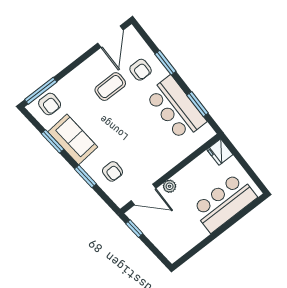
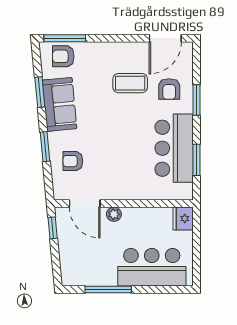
armchair: (50, 104) -> (63, 56), turned 90
armchair: (112, 171) -> (73, 161), turned 90
window: (206, 242) -> (108, 290), added

